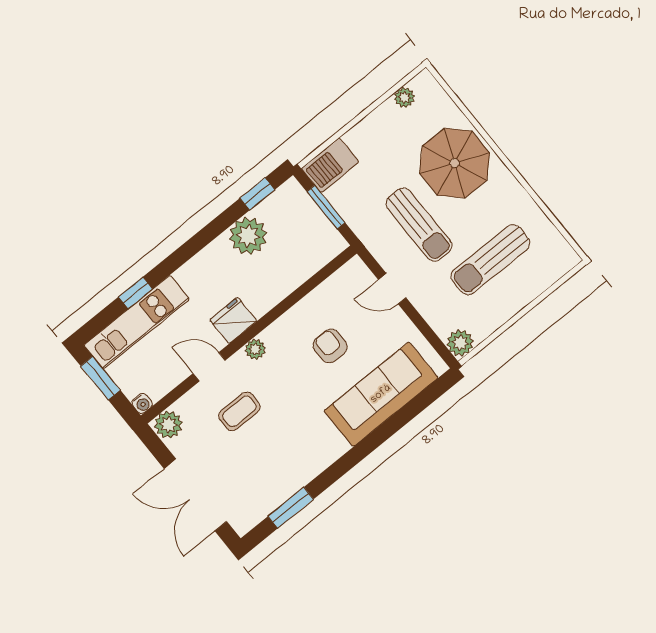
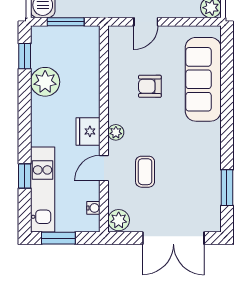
water cooler: (142, 403) -> (93, 208), moved

